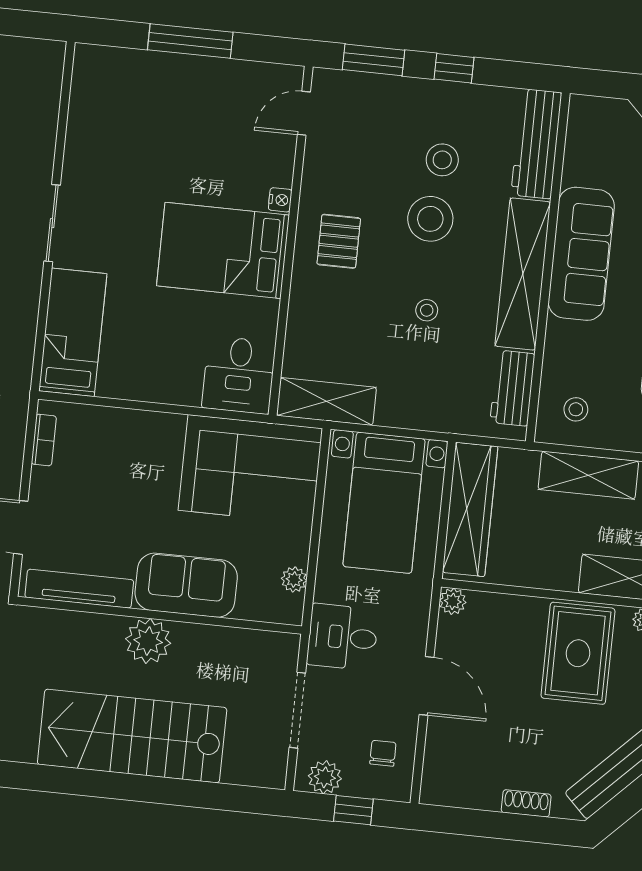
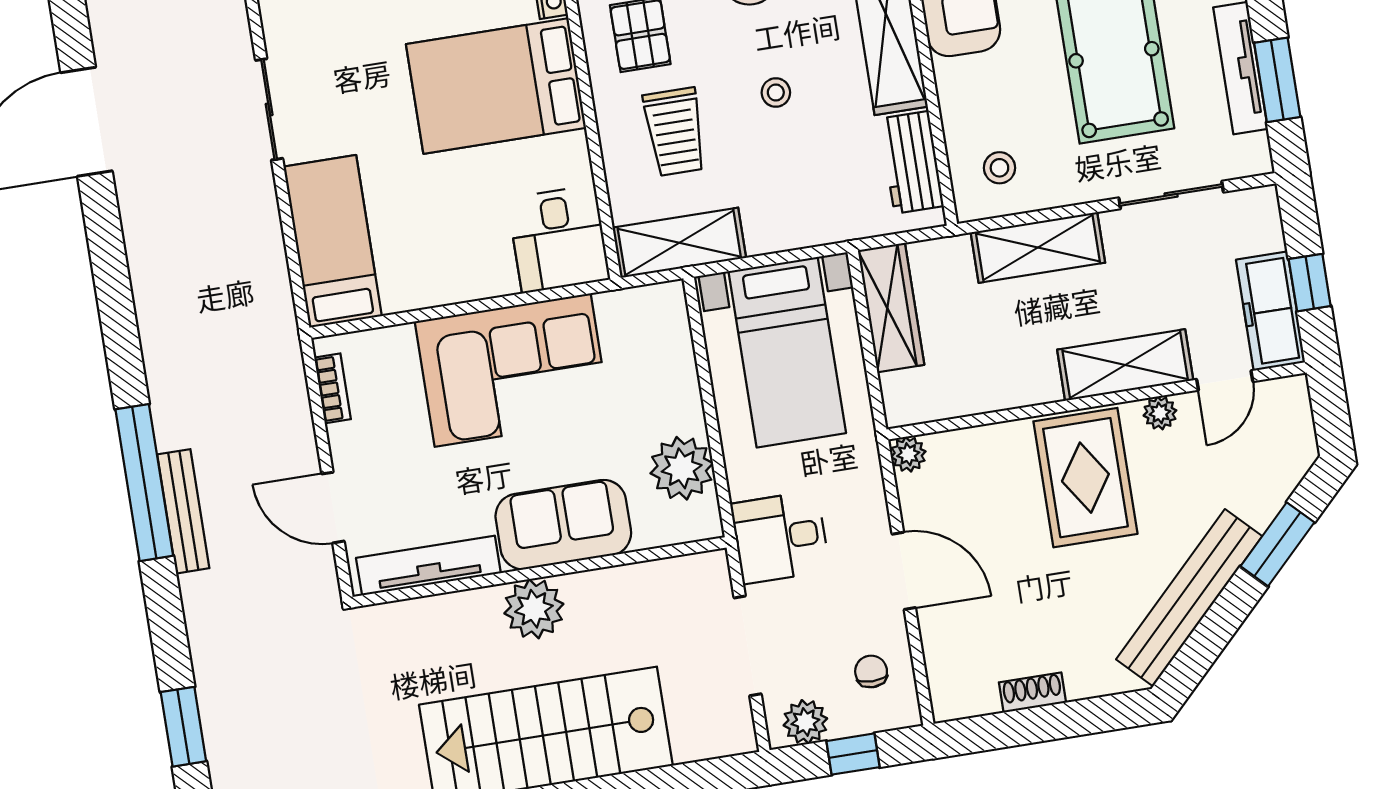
trolley: (345, 319) -> (675, 132), added
corner sofa: (250, 469) -> (513, 370), moved
wardrobe: (470, 509) -> (891, 308), width x0.71, depth x0.85
plant: (294, 579) -> (682, 468), width x1.88, depth x1.88
shoe rack: (526, 803) -> (1032, 692), moved

